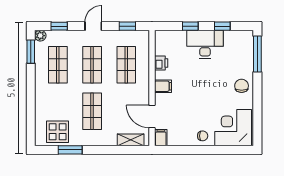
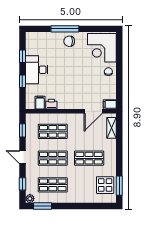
window: (257, 54) -> (65, 29), moved
filing cabinet: (163, 86) -> (40, 103), moved
window: (70, 150) -> (119, 186), moved

